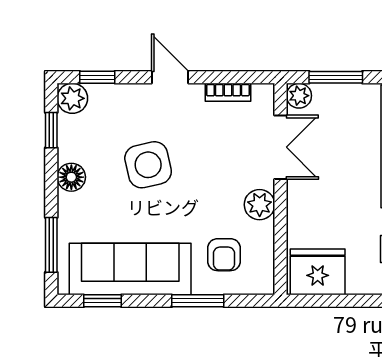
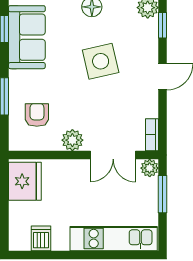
bookcase: (228, 92) -> (152, 135), moved
armchair: (224, 255) -> (37, 115), turned 90
sofa: (130, 269) -> (27, 37), width x0.73

